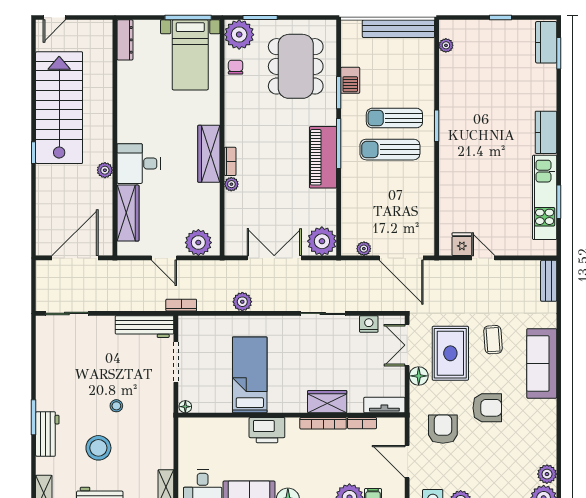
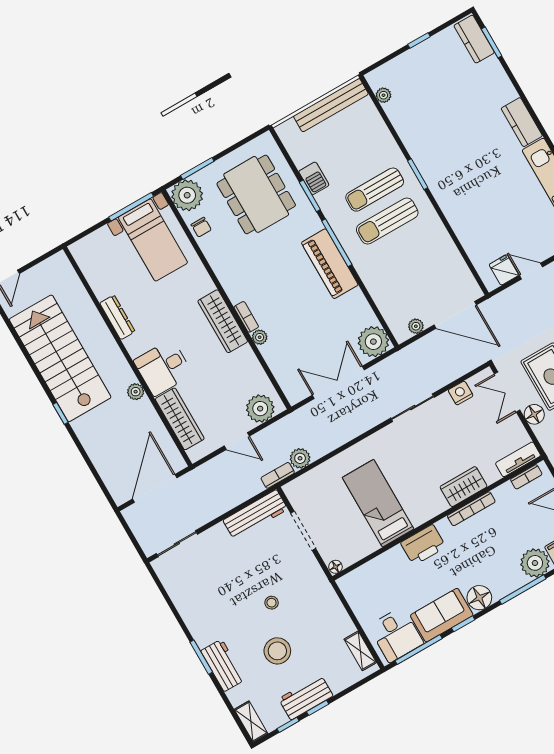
dresser: (125, 40) -> (117, 317), moved
chair: (236, 67) -> (201, 227), turned 180
plant: (242, 302) -> (300, 458), moved
bookcase: (362, 423) -> (526, 477), moved

